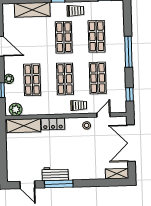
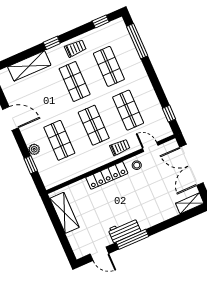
window: (128, 52) -> (137, 41), moved
plant: (16, 109) -> (55, 179), removed
door: (103, 115) -> (150, 147), hinge flipped
locker: (53, 124) -> (107, 175), width x1.53
shelving: (24, 126) -> (65, 213), moved, turned 90

